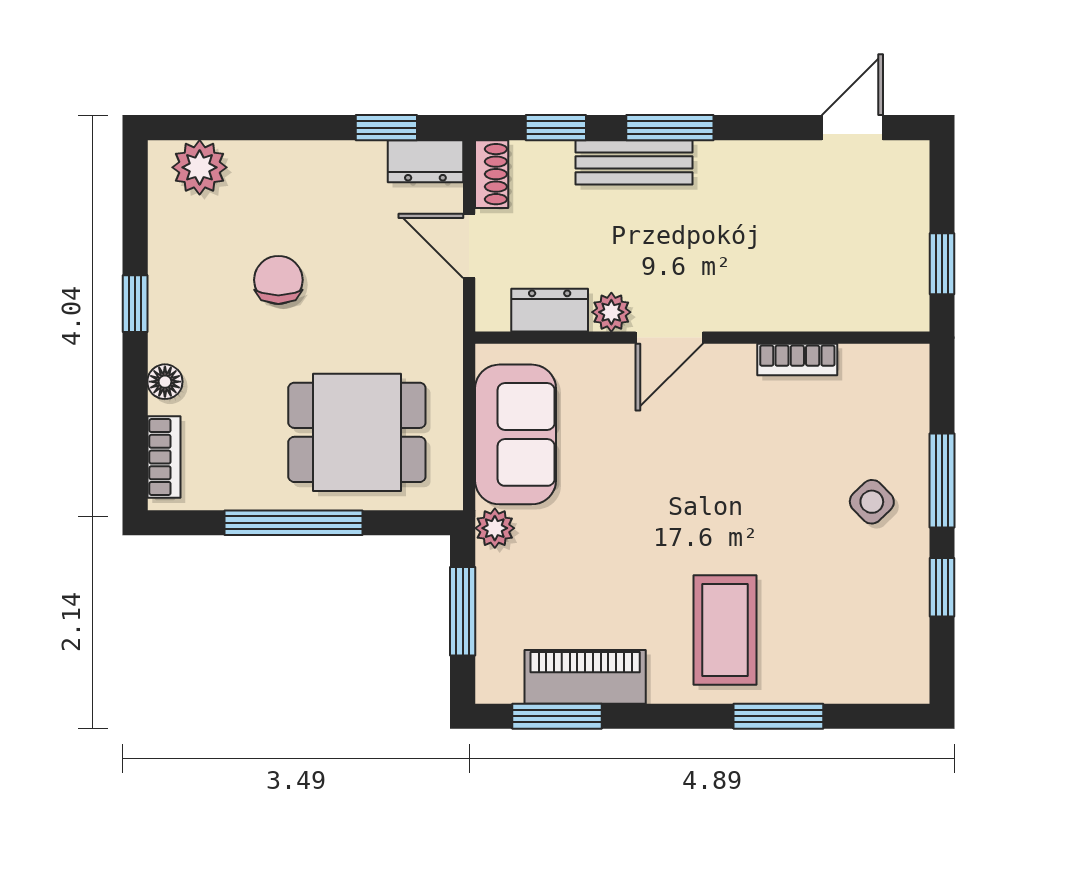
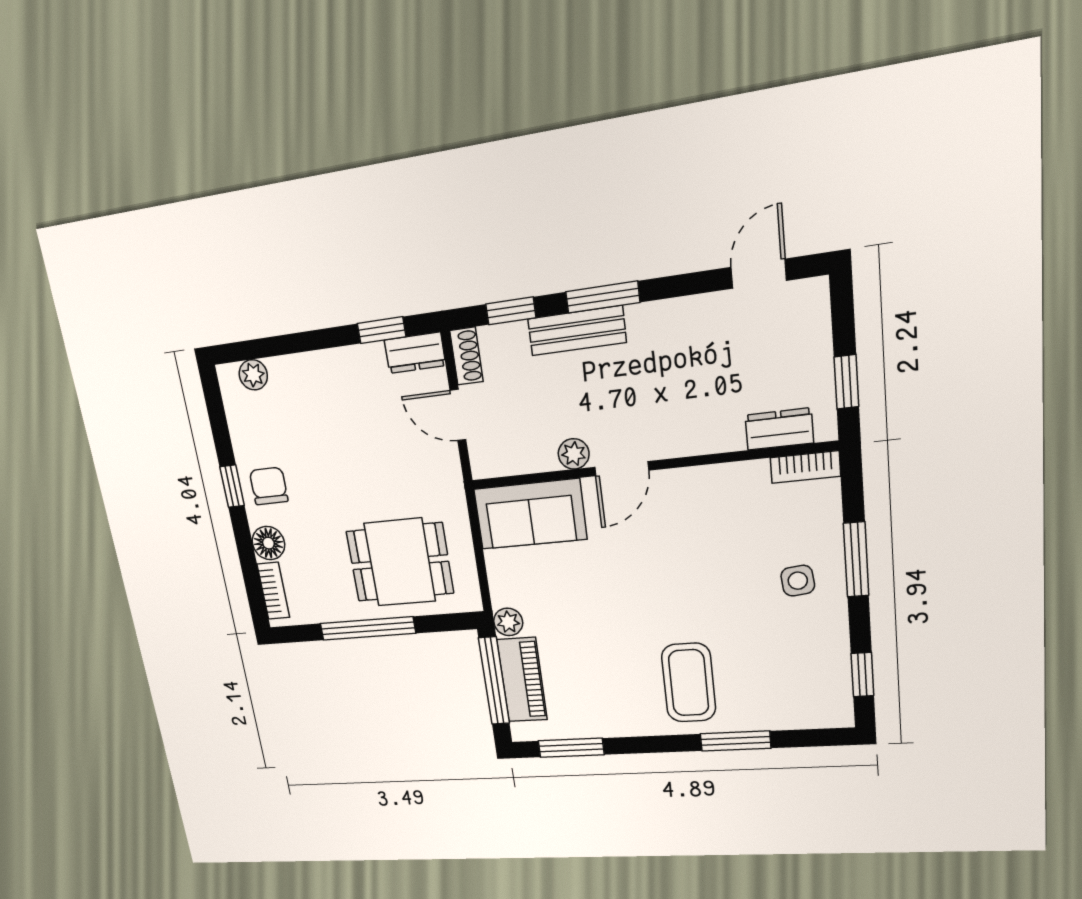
plant: (200, 167) -> (253, 375), width x0.73, depth x0.73
chair: (278, 280) -> (269, 486), moved
dresser: (550, 310) -> (779, 429), moved
bookcase: (797, 359) -> (805, 467), moved
floor lamp: (165, 382) -> (268, 543), width x1.37, depth x1.37
sofa: (516, 434) -> (530, 514), moved, turned 90
side table: (872, 502) -> (798, 581), turned 38
window: (942, 587) -> (862, 675), moved
window: (463, 611) -> (494, 681), width x1.44
piano: (585, 677) -> (522, 680), moved, turned 90

